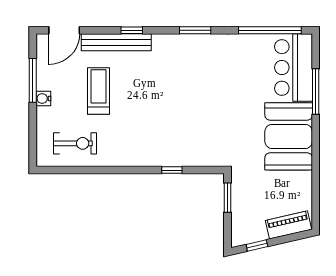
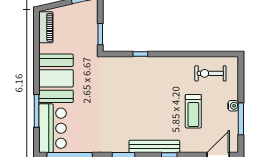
bench: (116, 42) -> (154, 146), moved
piano: (289, 225) -> (46, 27), moved, turned -77

